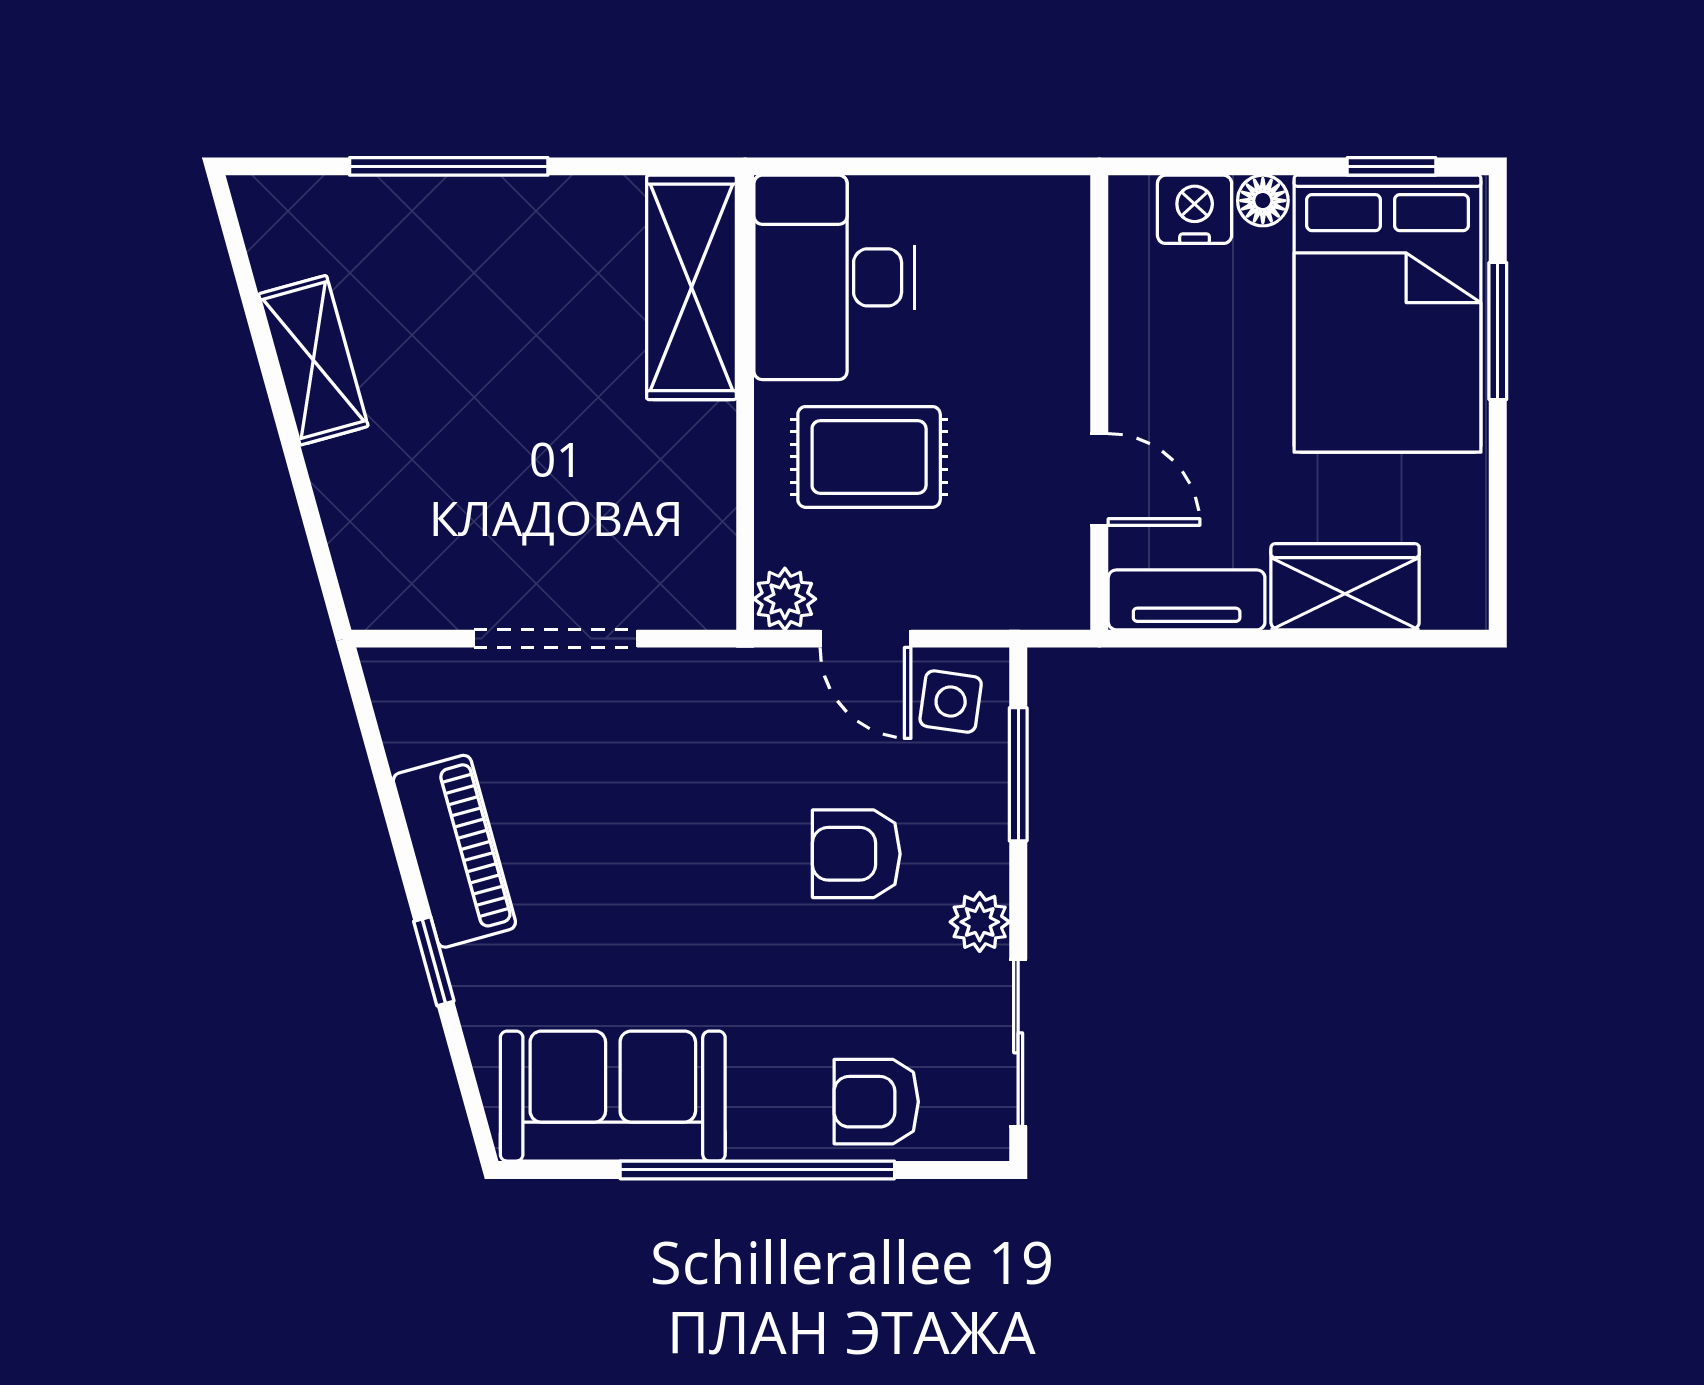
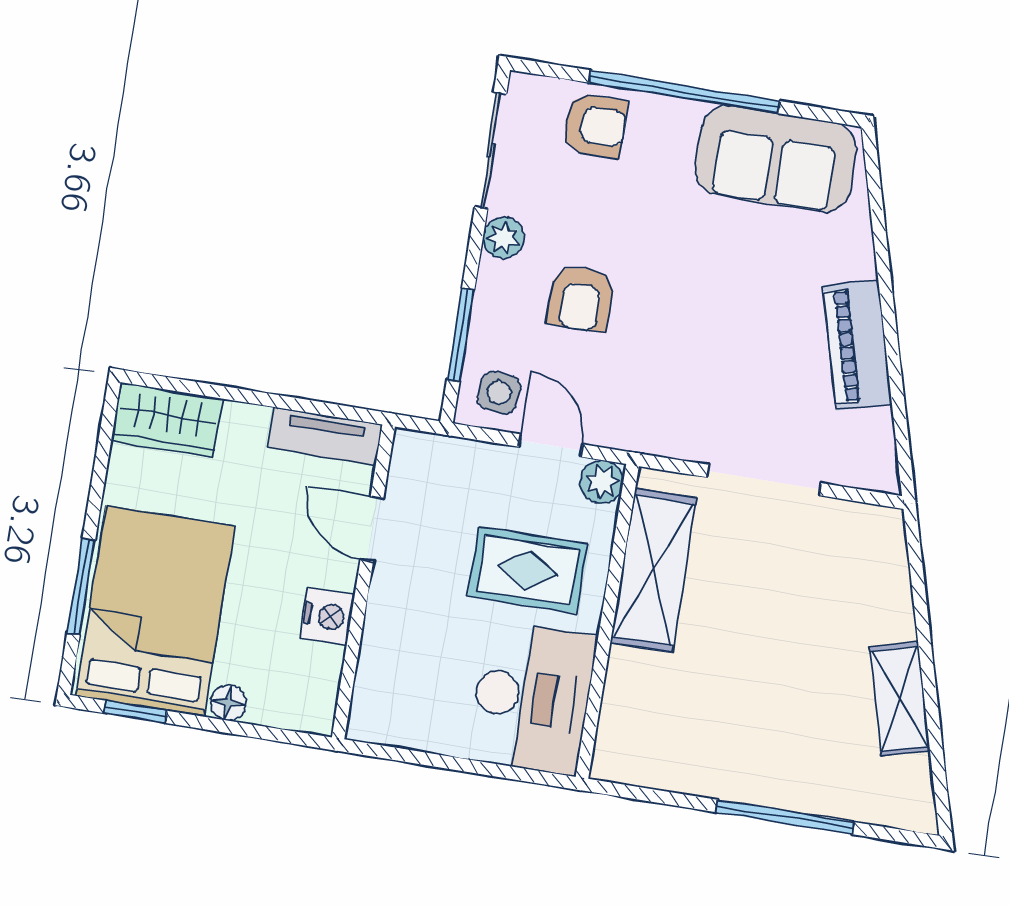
nightstand: (1195, 209) -> (327, 616), moved, turned -90
shelving: (691, 287) -> (653, 570), moved
wardrobe: (1345, 587) -> (167, 420), moved
armchair: (856, 854) -> (581, 298), turned 90
window: (434, 961) -> (884, 272), removed

